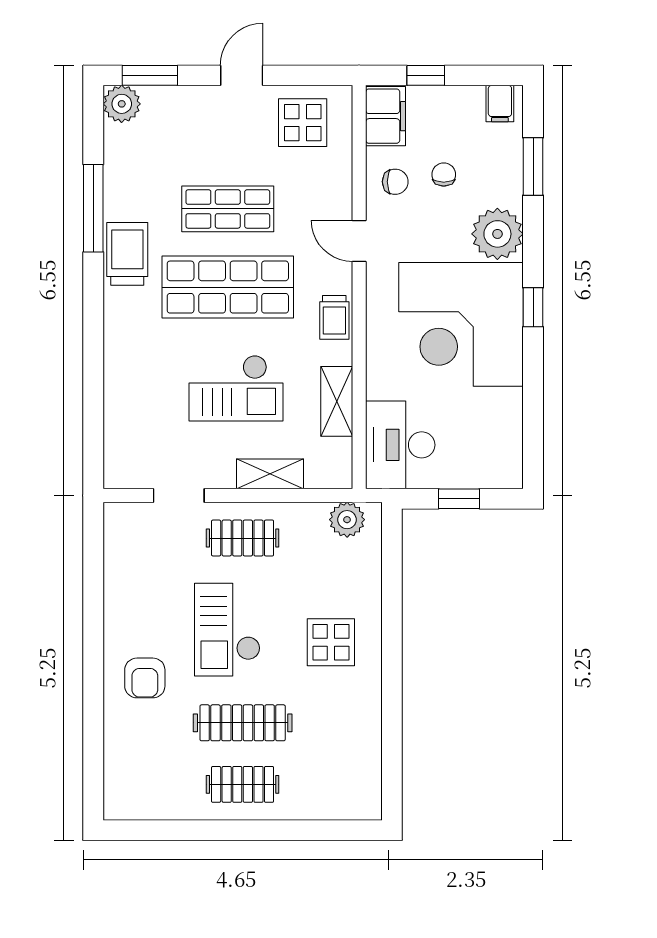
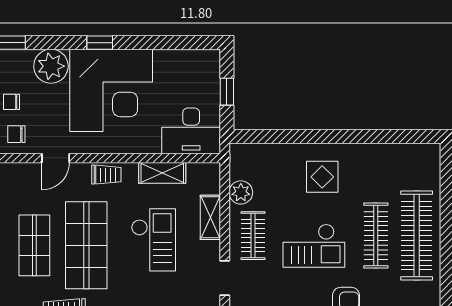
chair: (395, 182) -> (16, 134), turned -90
plant: (347, 520) -> (241, 192), moved
clothes rail: (243, 784) -> (417, 236), width x1.86, depth x1.31

